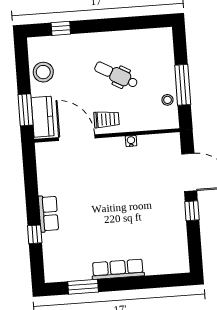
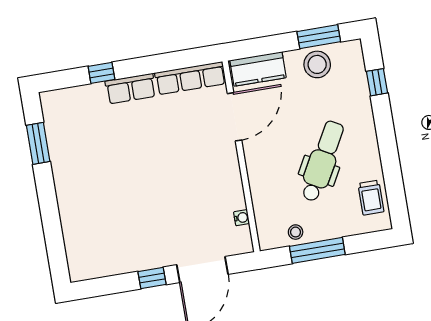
dental chair: (116, 75) -> (322, 161), width x1.36, depth x1.38
window: (26, 110) -> (319, 37), moved
trolley: (107, 119) -> (371, 198), moved
water cooler: (131, 141) -> (242, 218), moved
row of seats: (118, 269) -> (190, 78), moved, turned 90

